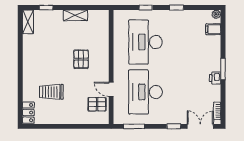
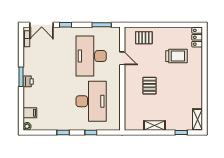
printer: (215, 78) -> (28, 81), moved
desk: (146, 92) -> (91, 56), turned 180
pallet: (97, 104) -> (144, 38), moved

